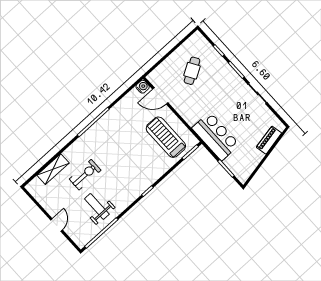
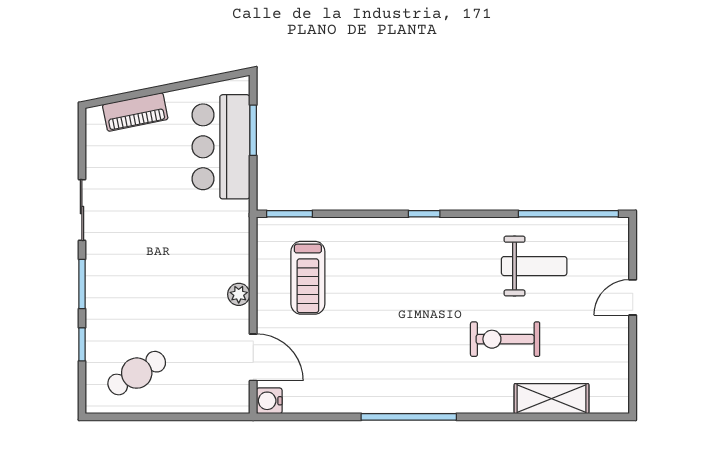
cafe table: (192, 71) -> (137, 373), moved
plant: (183, 112) -> (239, 294), added
bar counter: (216, 136) -> (221, 147), moved
treadmill: (166, 137) -> (308, 278), width x0.73, depth x0.73
weight bench: (97, 206) -> (534, 266), turned -90

